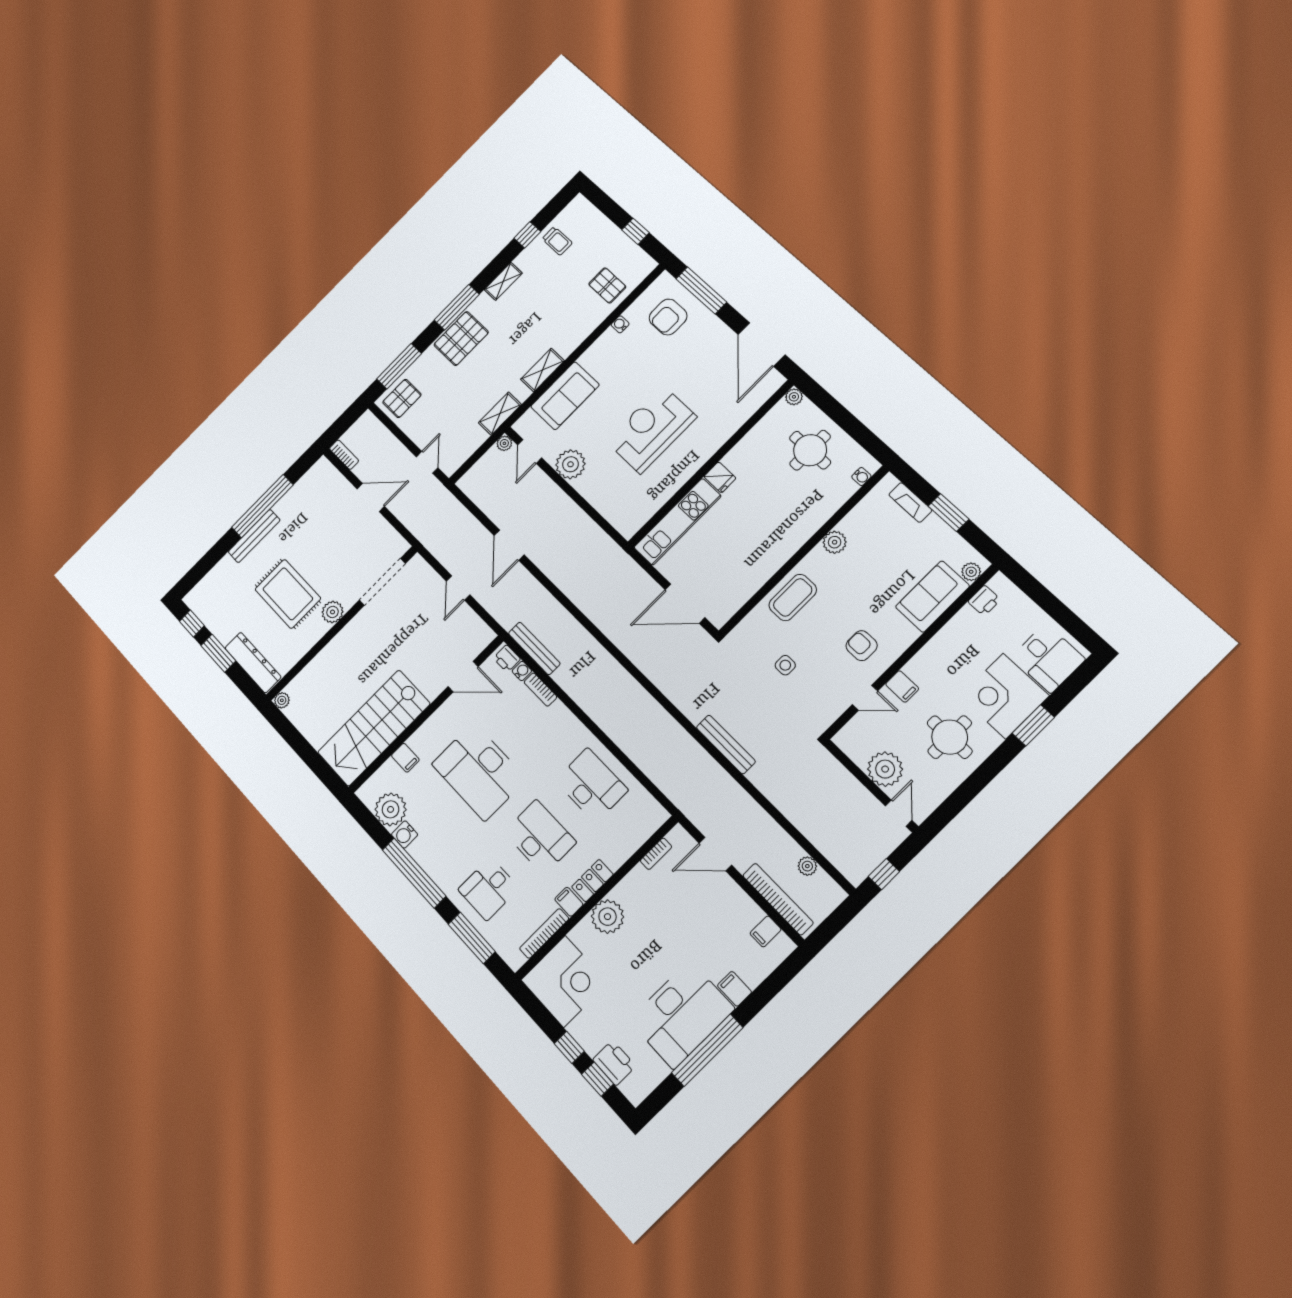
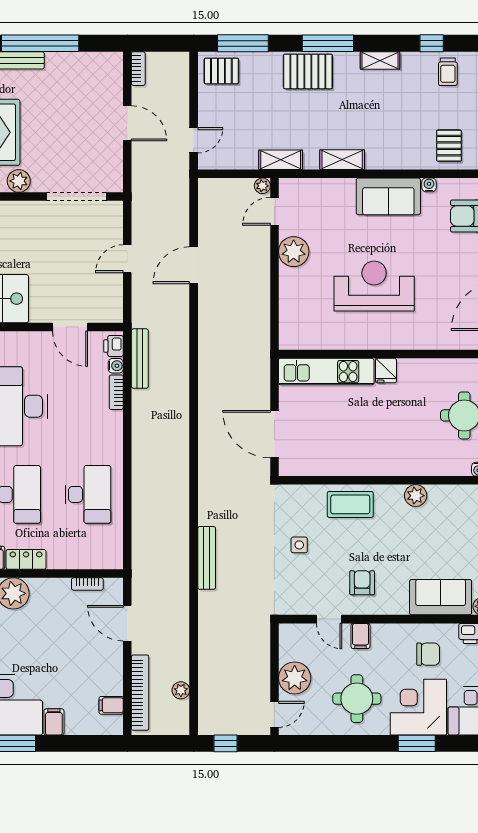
sofa: (565, 396) -> (388, 196), moved
chair: (969, 648) -> (428, 654), added

